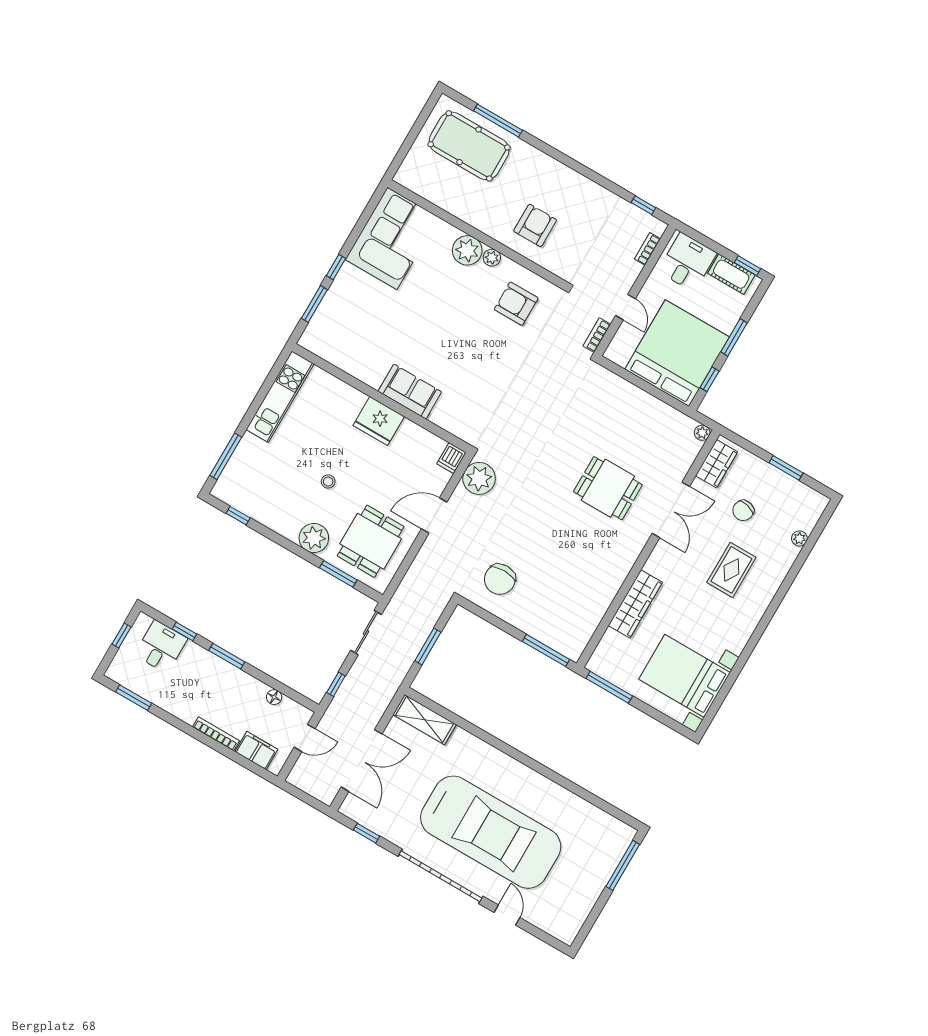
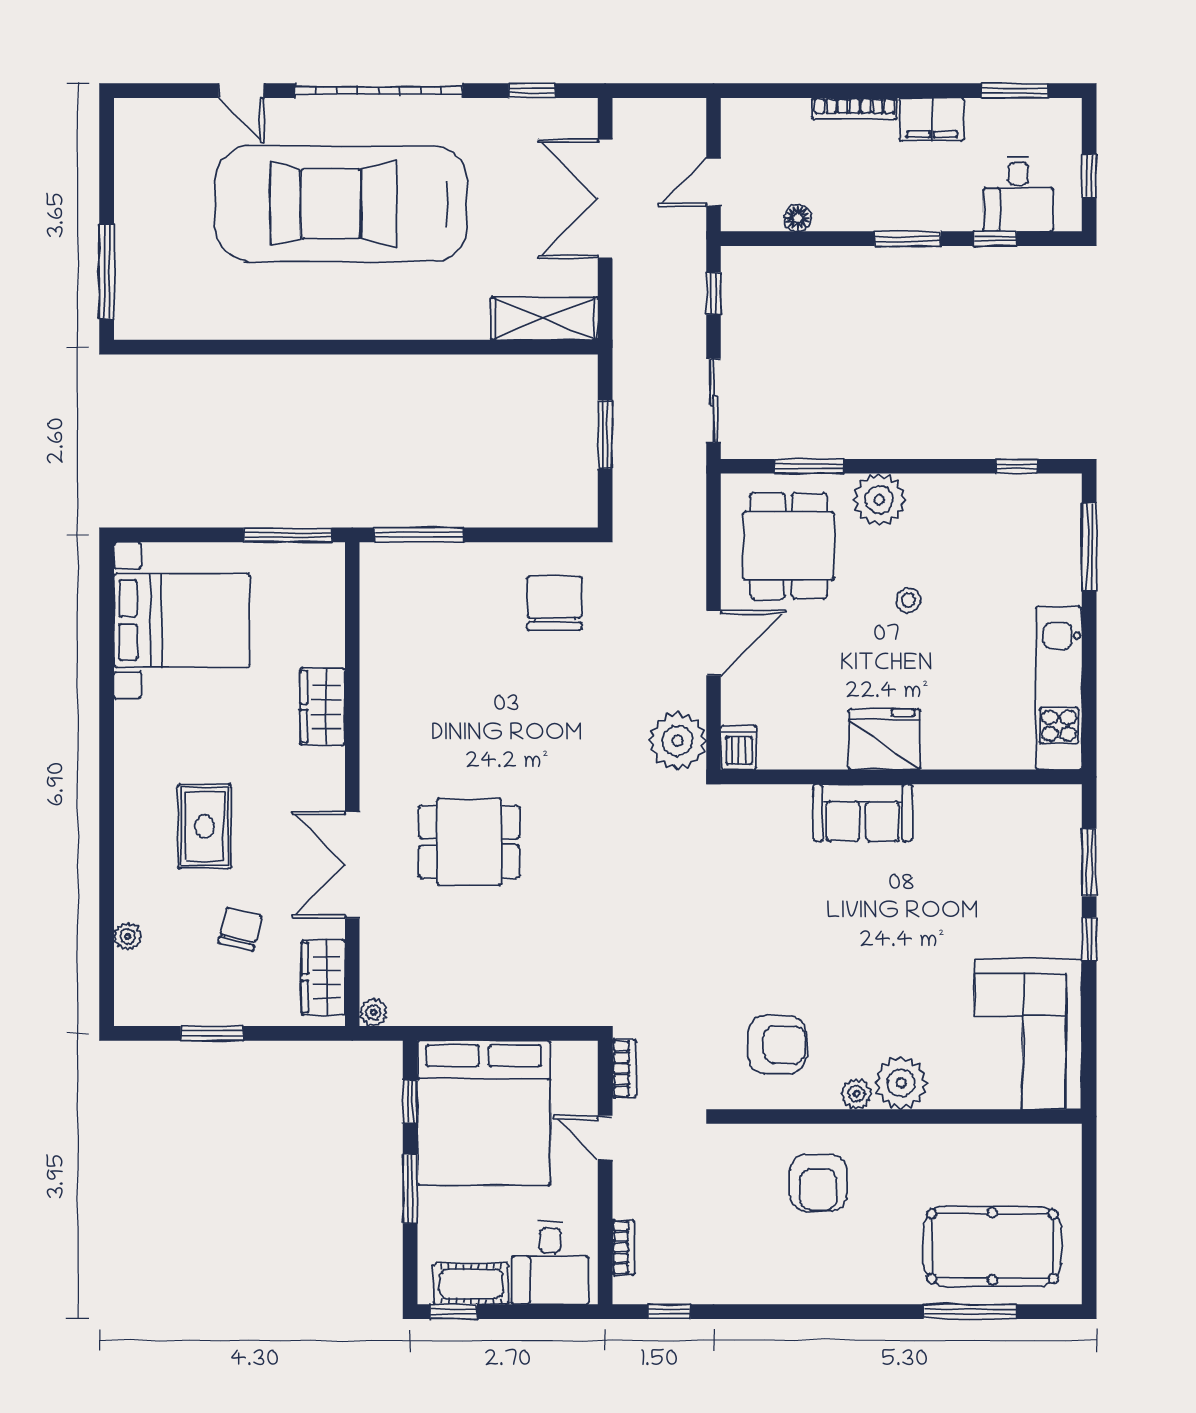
wardrobe: (635, 604) -> (323, 707), width x0.67
filing cabinet: (256, 751) -> (932, 119), moved

